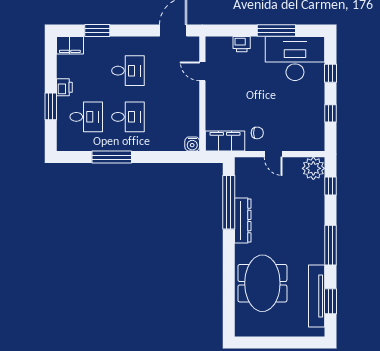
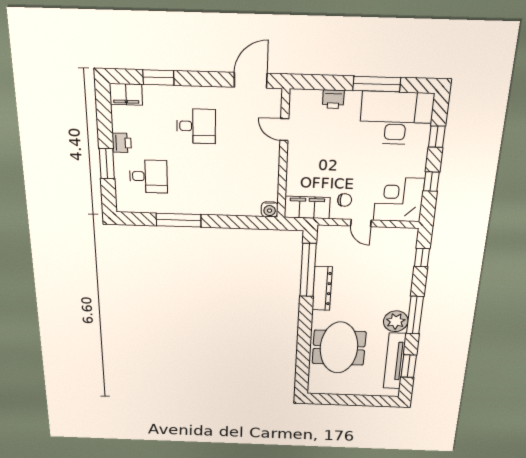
desk: (128, 117) -> (196, 178), removed
corner desk: (304, 131) -> (399, 199), added
plant: (313, 168) -> (396, 321), moved

